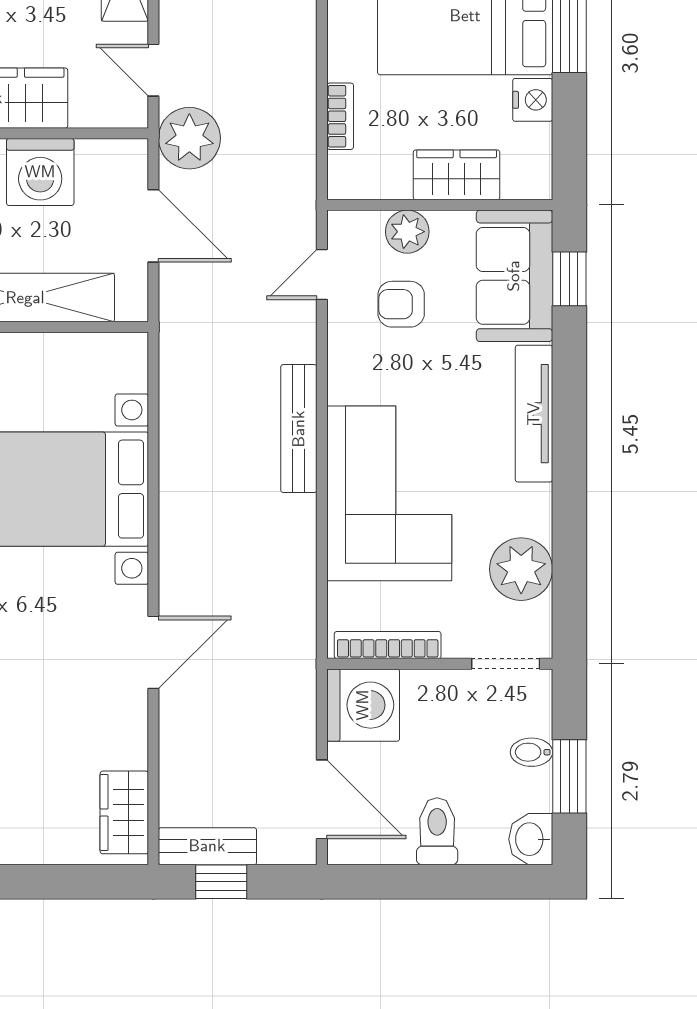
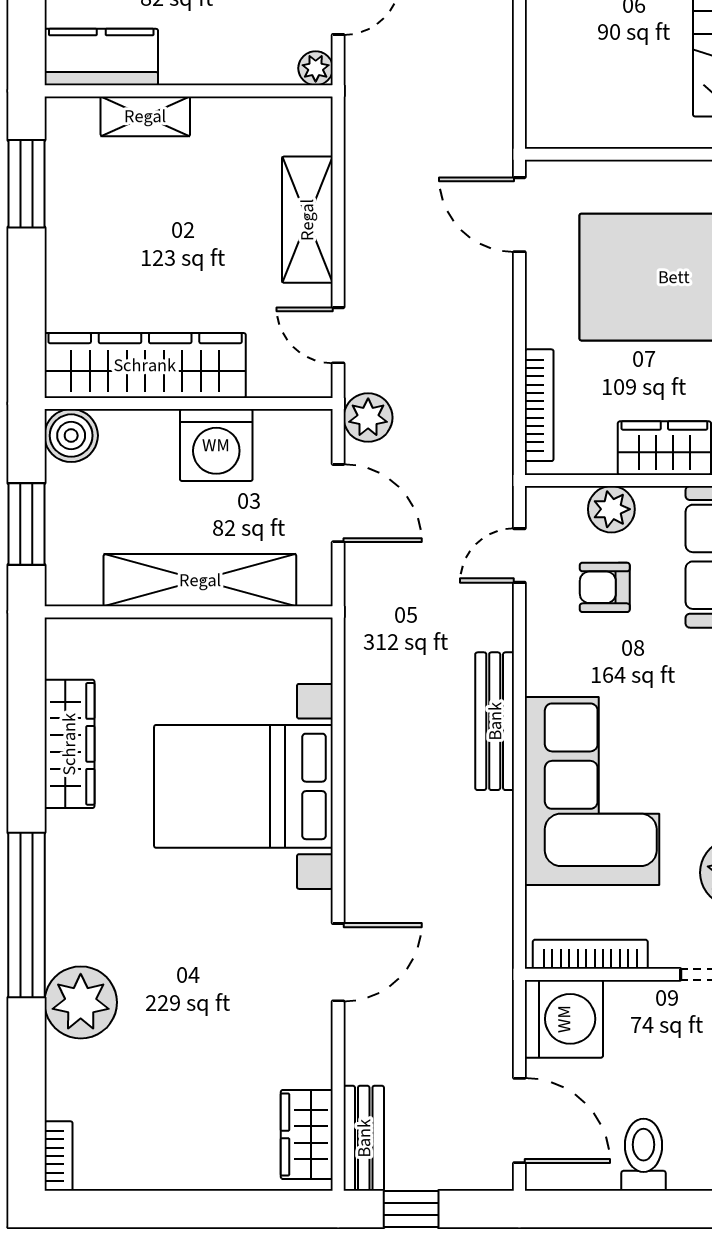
bookcase: (340, 116) -> (539, 405), width x1.56
plant: (189, 138) -> (368, 418), width x0.73, depth x0.73
bench: (207, 846) -> (364, 1138), moved, turned 90

